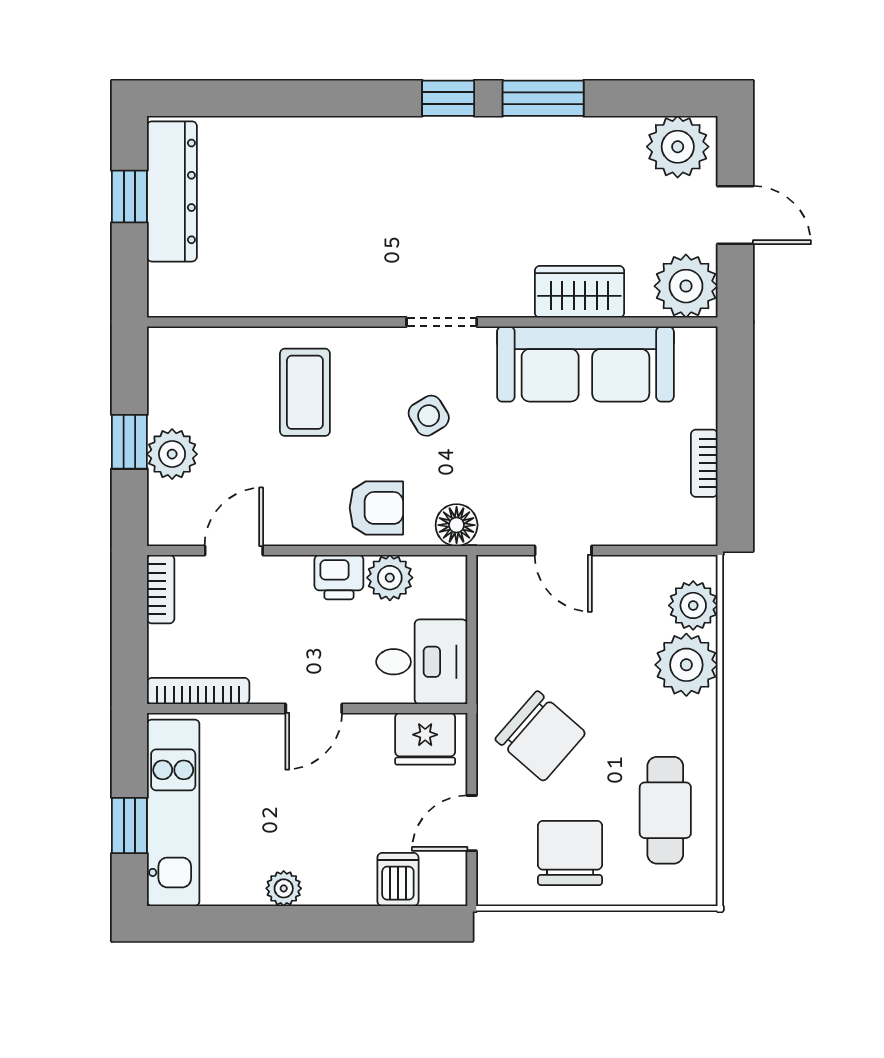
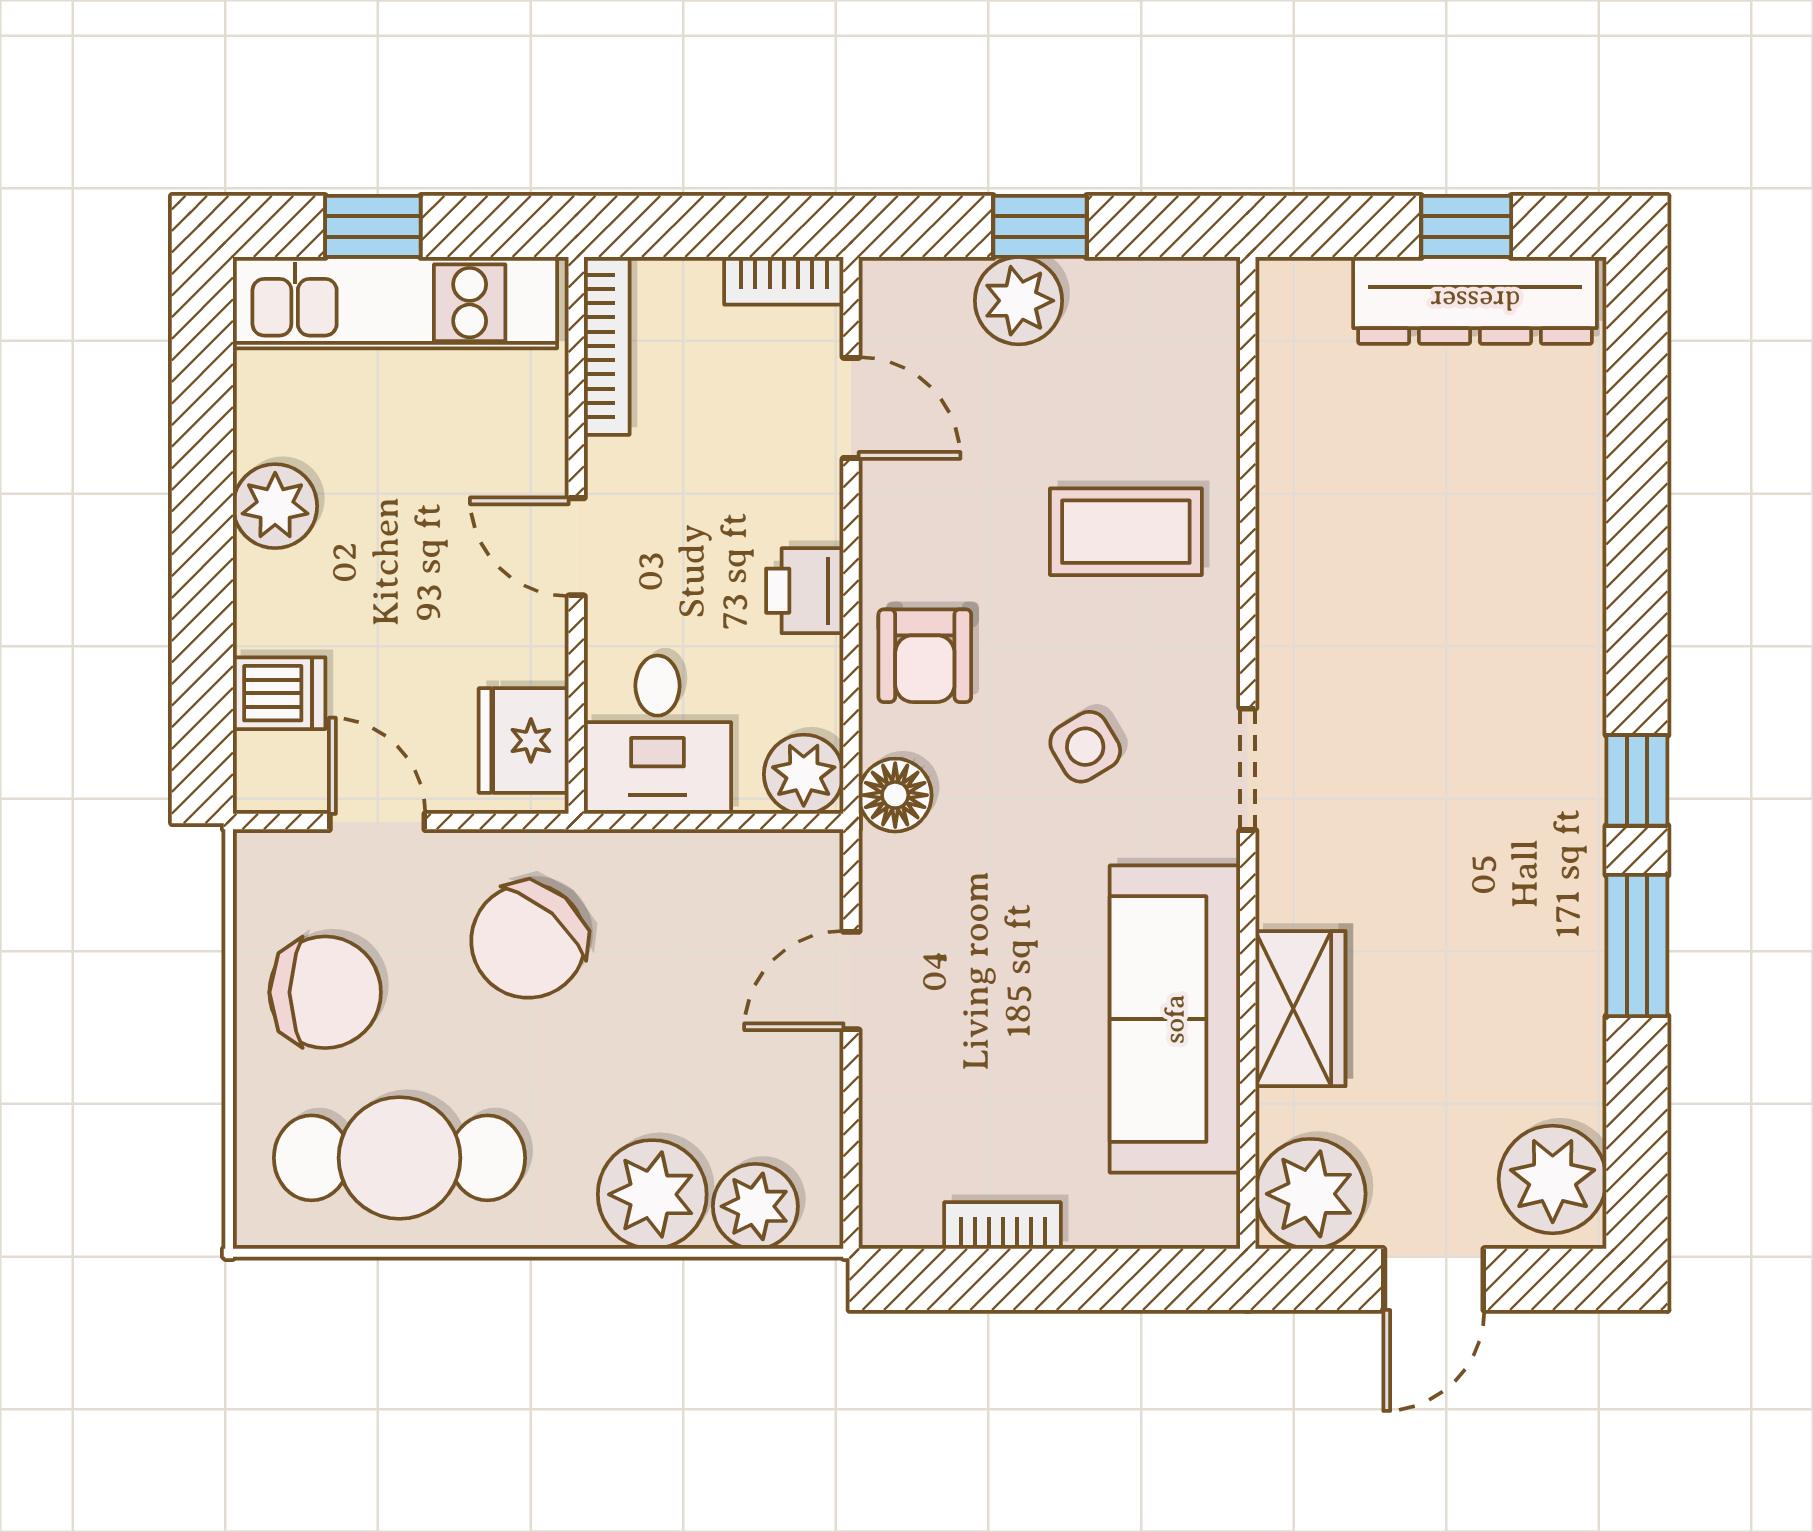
plant: (390, 578) -> (804, 774), moved
cafe table: (665, 810) -> (399, 1158), width x1.37, depth x1.35
plant: (284, 888) -> (275, 506), width x1.38, depth x1.38

